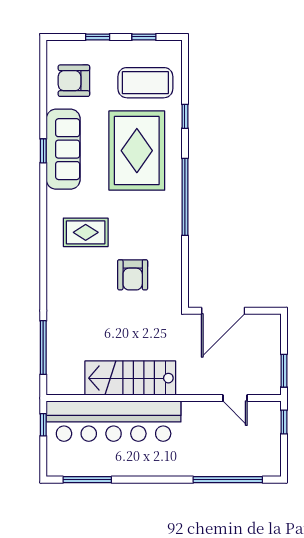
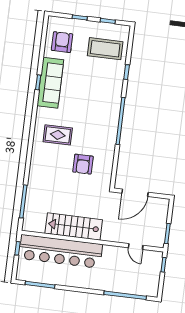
armchair: (74, 81) -> (62, 42), turned 90
rug: (137, 151) -> (95, 89), removed

